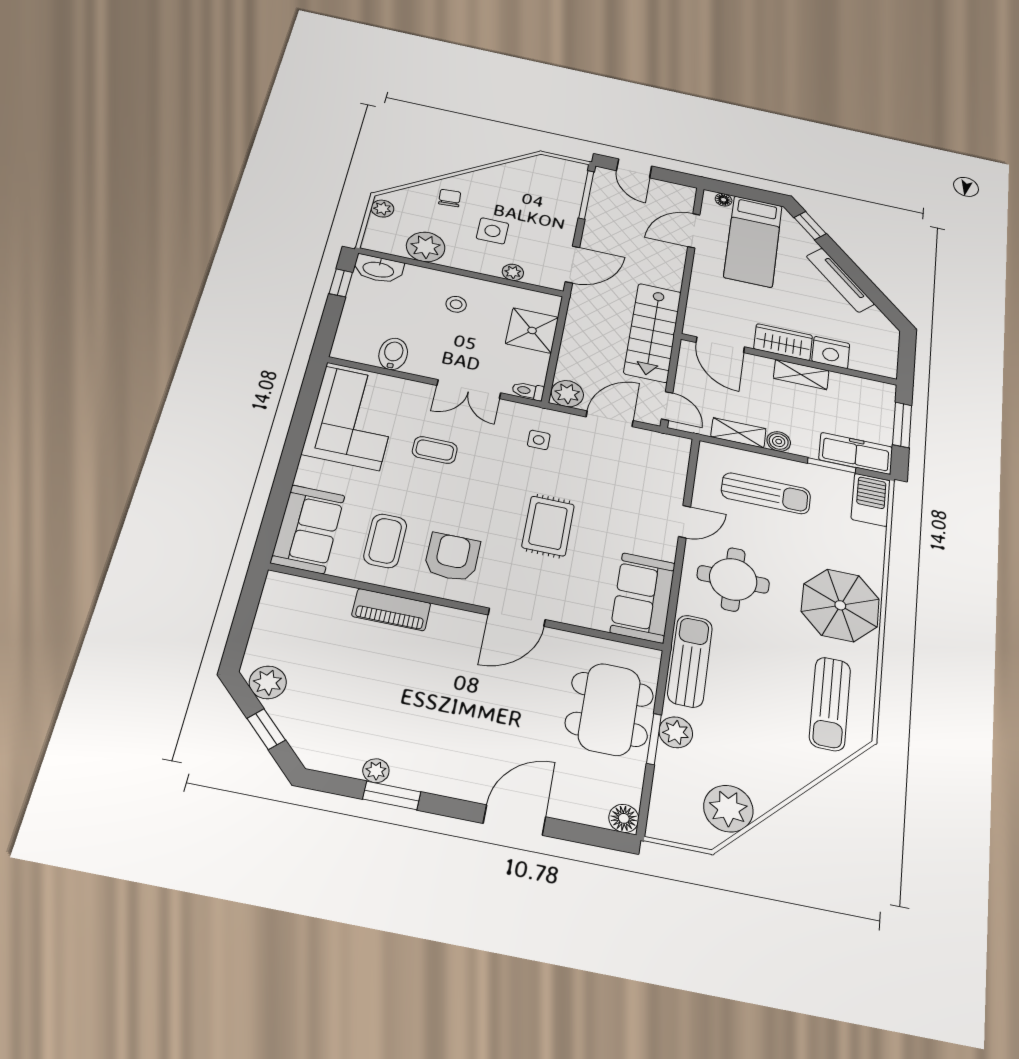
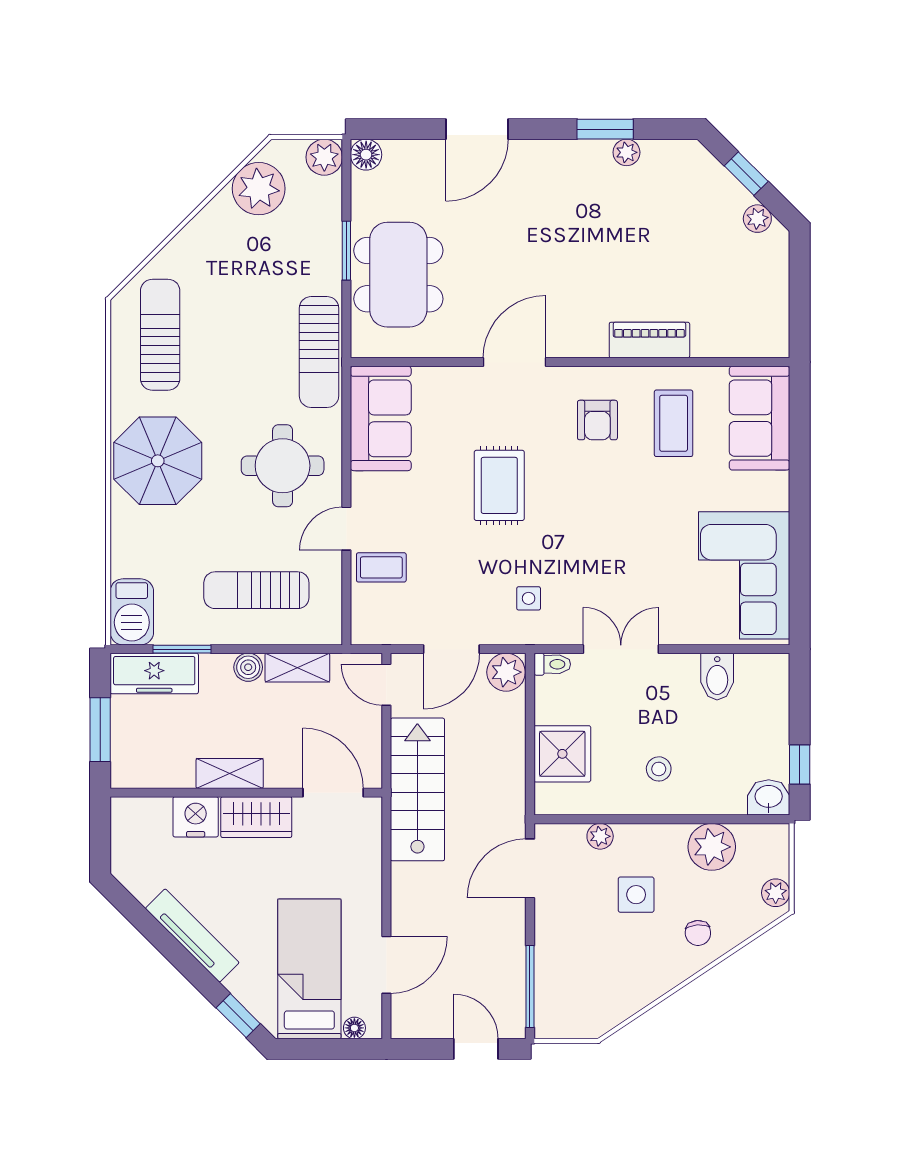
washbasin: (378, 269) -> (769, 797), width x0.72
coffee table: (435, 450) -> (381, 567), moved
armchair: (452, 557) -> (597, 420), width x0.72, depth x0.72
plant: (268, 682) -> (757, 219), width x0.73, depth x0.73
plant: (676, 732) -> (324, 157), moved

